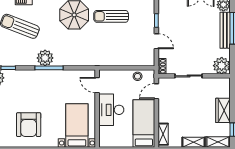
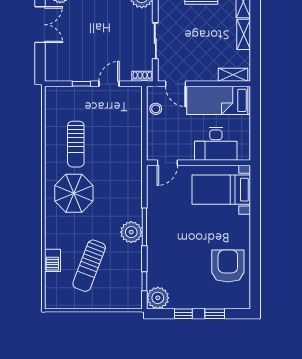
desk: (111, 110) -> (216, 144), moved
armchair: (29, 125) -> (228, 266), moved, turned -90

